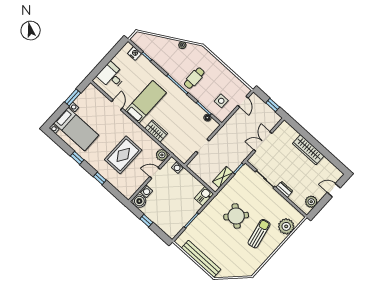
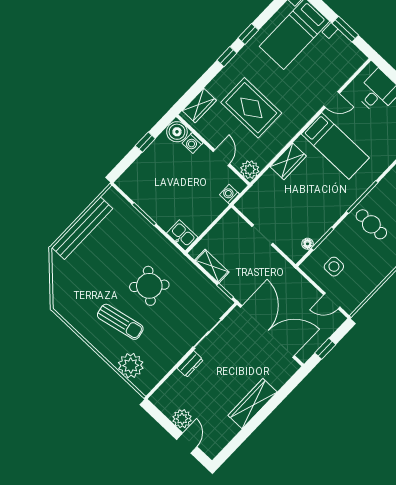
double door: (263, 141) -> (267, 331), width x1.87
window: (100, 178) -> (227, 57), moved
wardrobe: (123, 187) -> (199, 106), added
plant: (311, 202) -> (182, 419), moved

